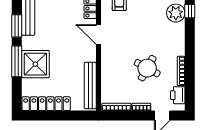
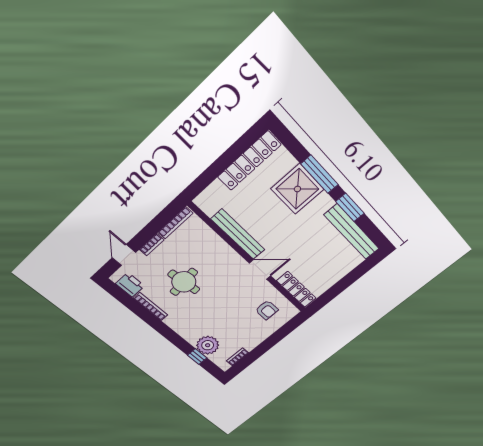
round table: (147, 68) -> (184, 282), turned -35
bench: (90, 85) -> (238, 234), moved

